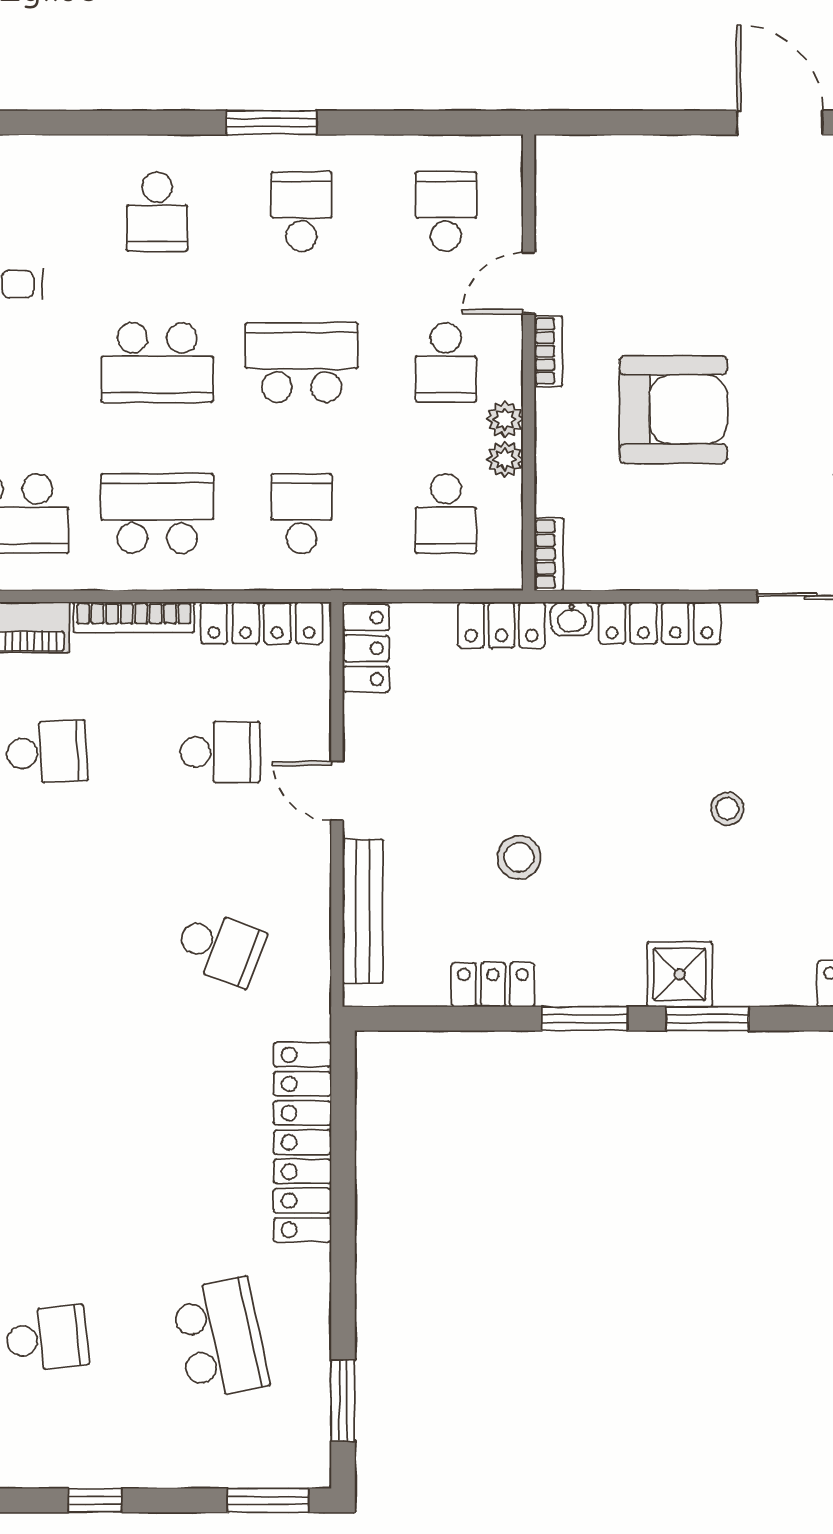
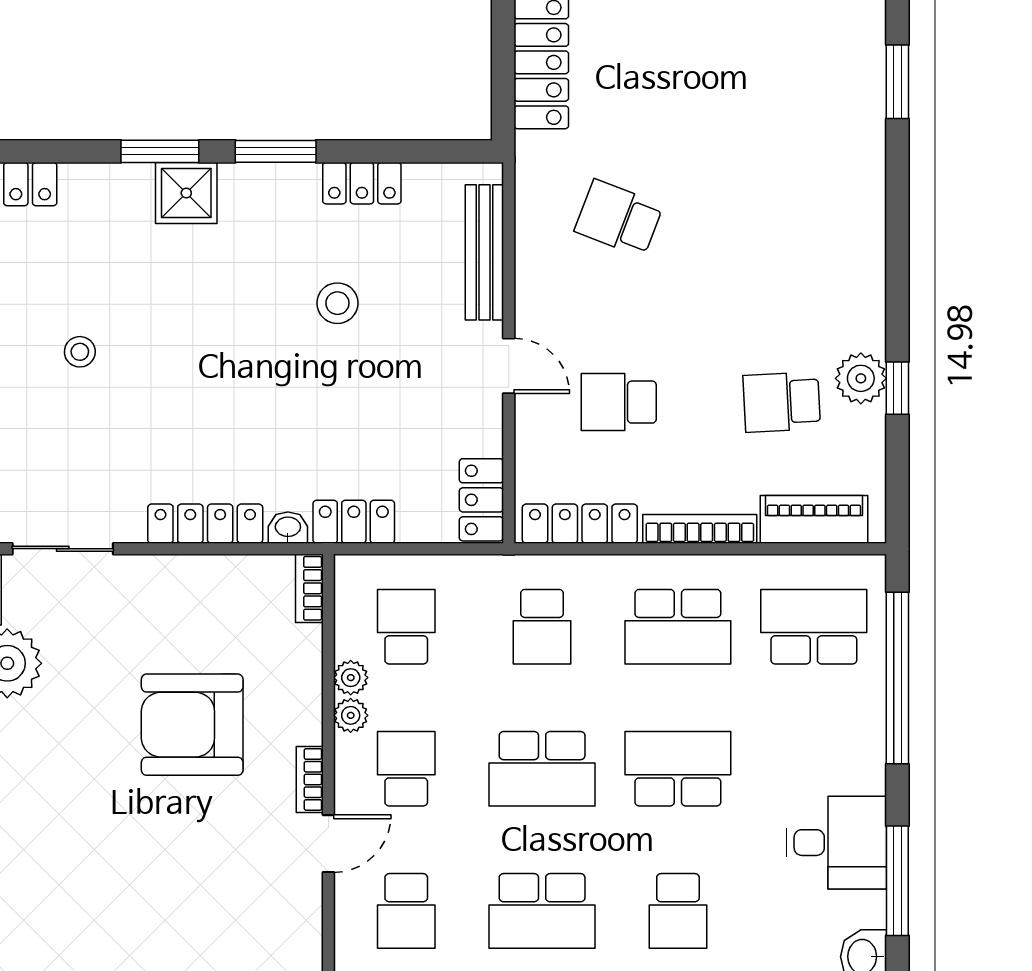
school desk: (157, 212) -> (678, 911), turned 180
school desk: (302, 212) -> (542, 911), width x1.85
stool: (727, 809) -> (80, 352), moved

